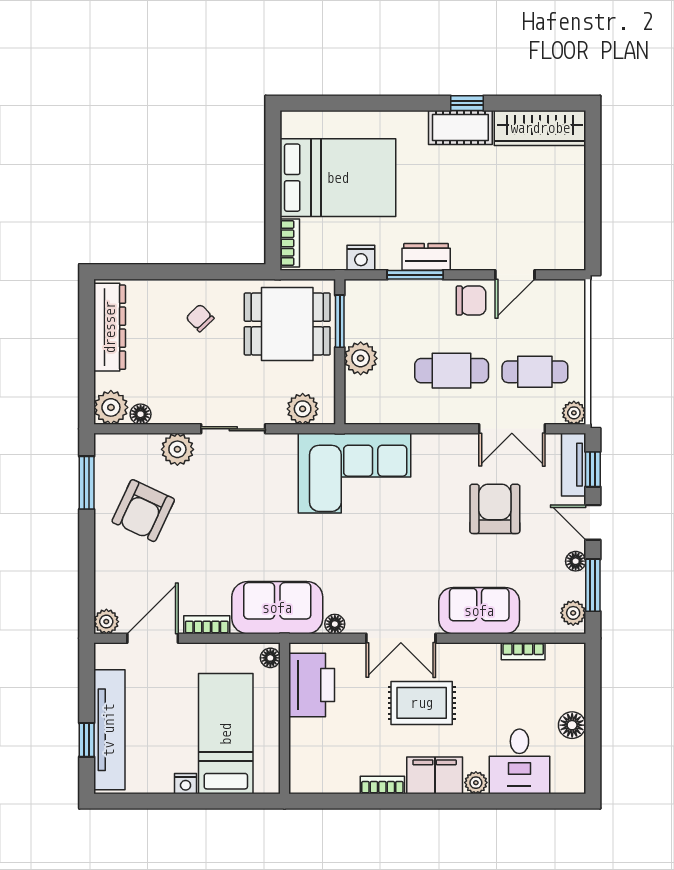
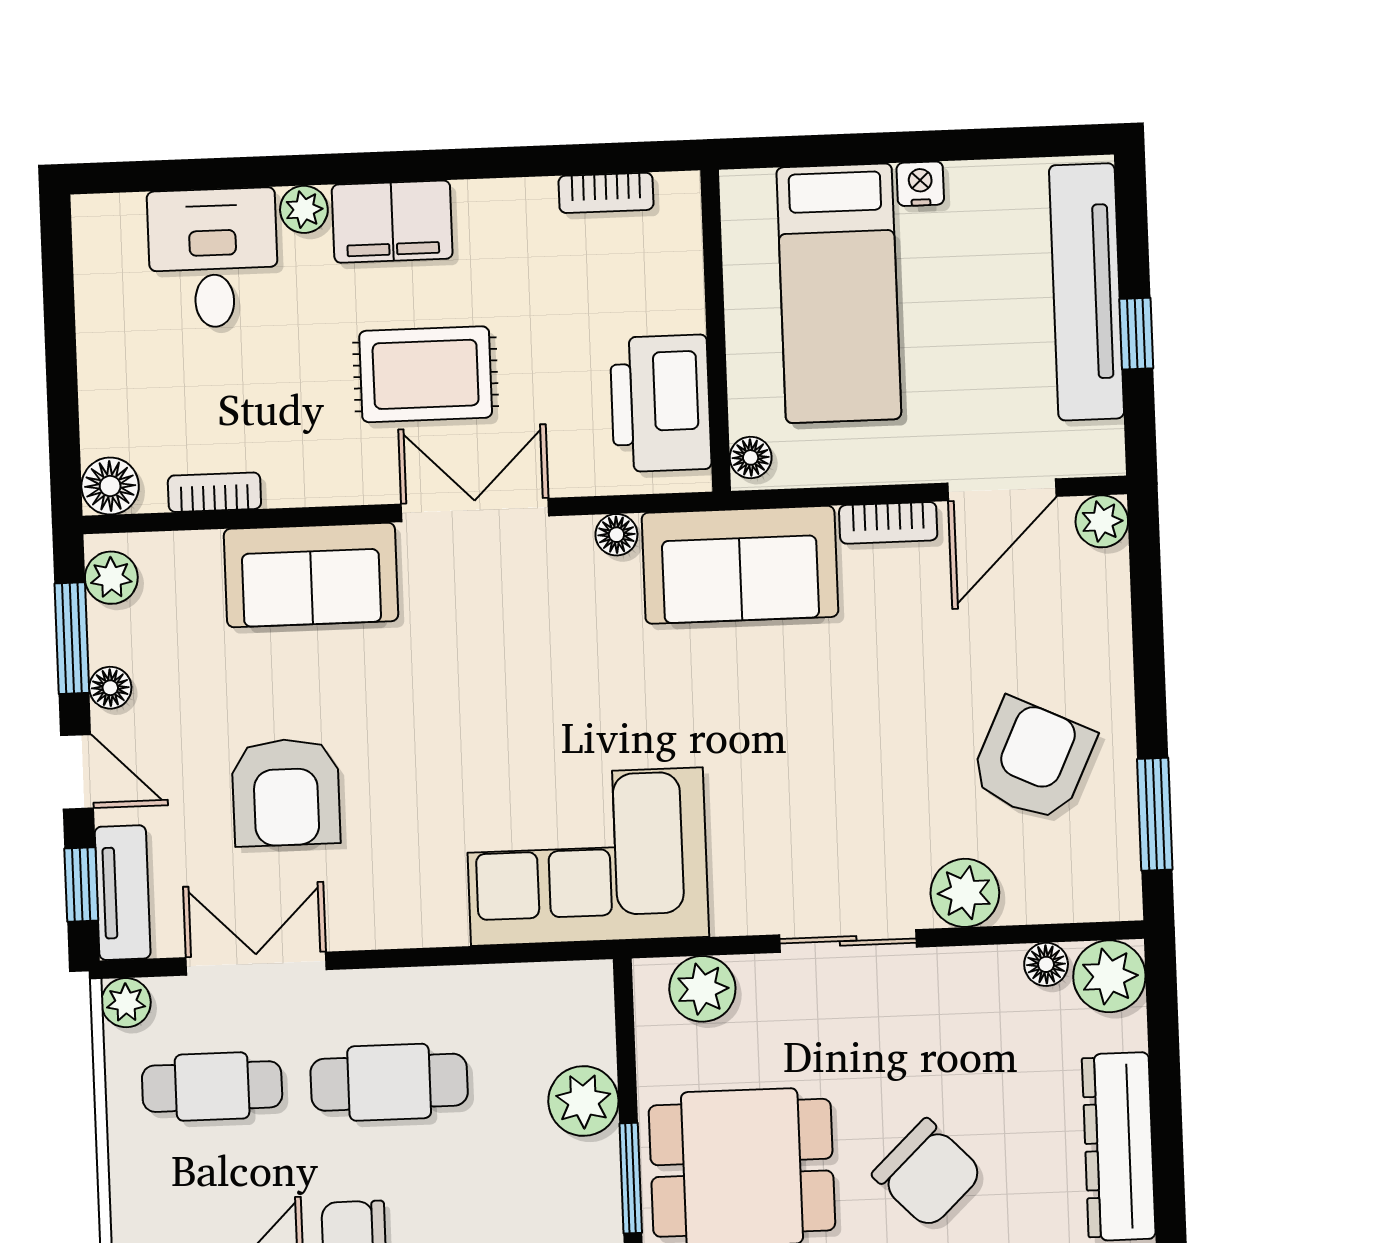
chair: (200, 318) -> (928, 1174), width x1.87, depth x1.87
floor lamp: (572, 725) -> (110, 486), moved
window: (87, 740) -> (1136, 334), moved
bookcase: (382, 785) -> (606, 193), moved

